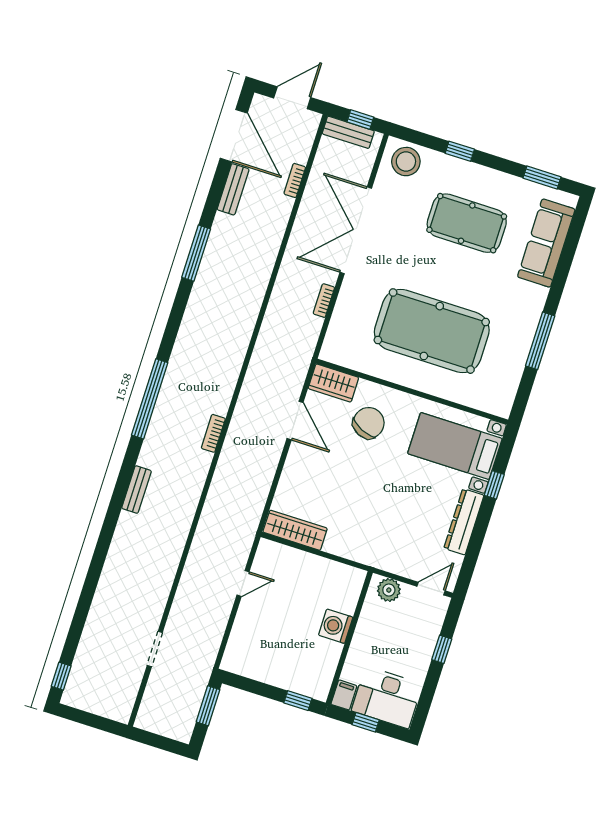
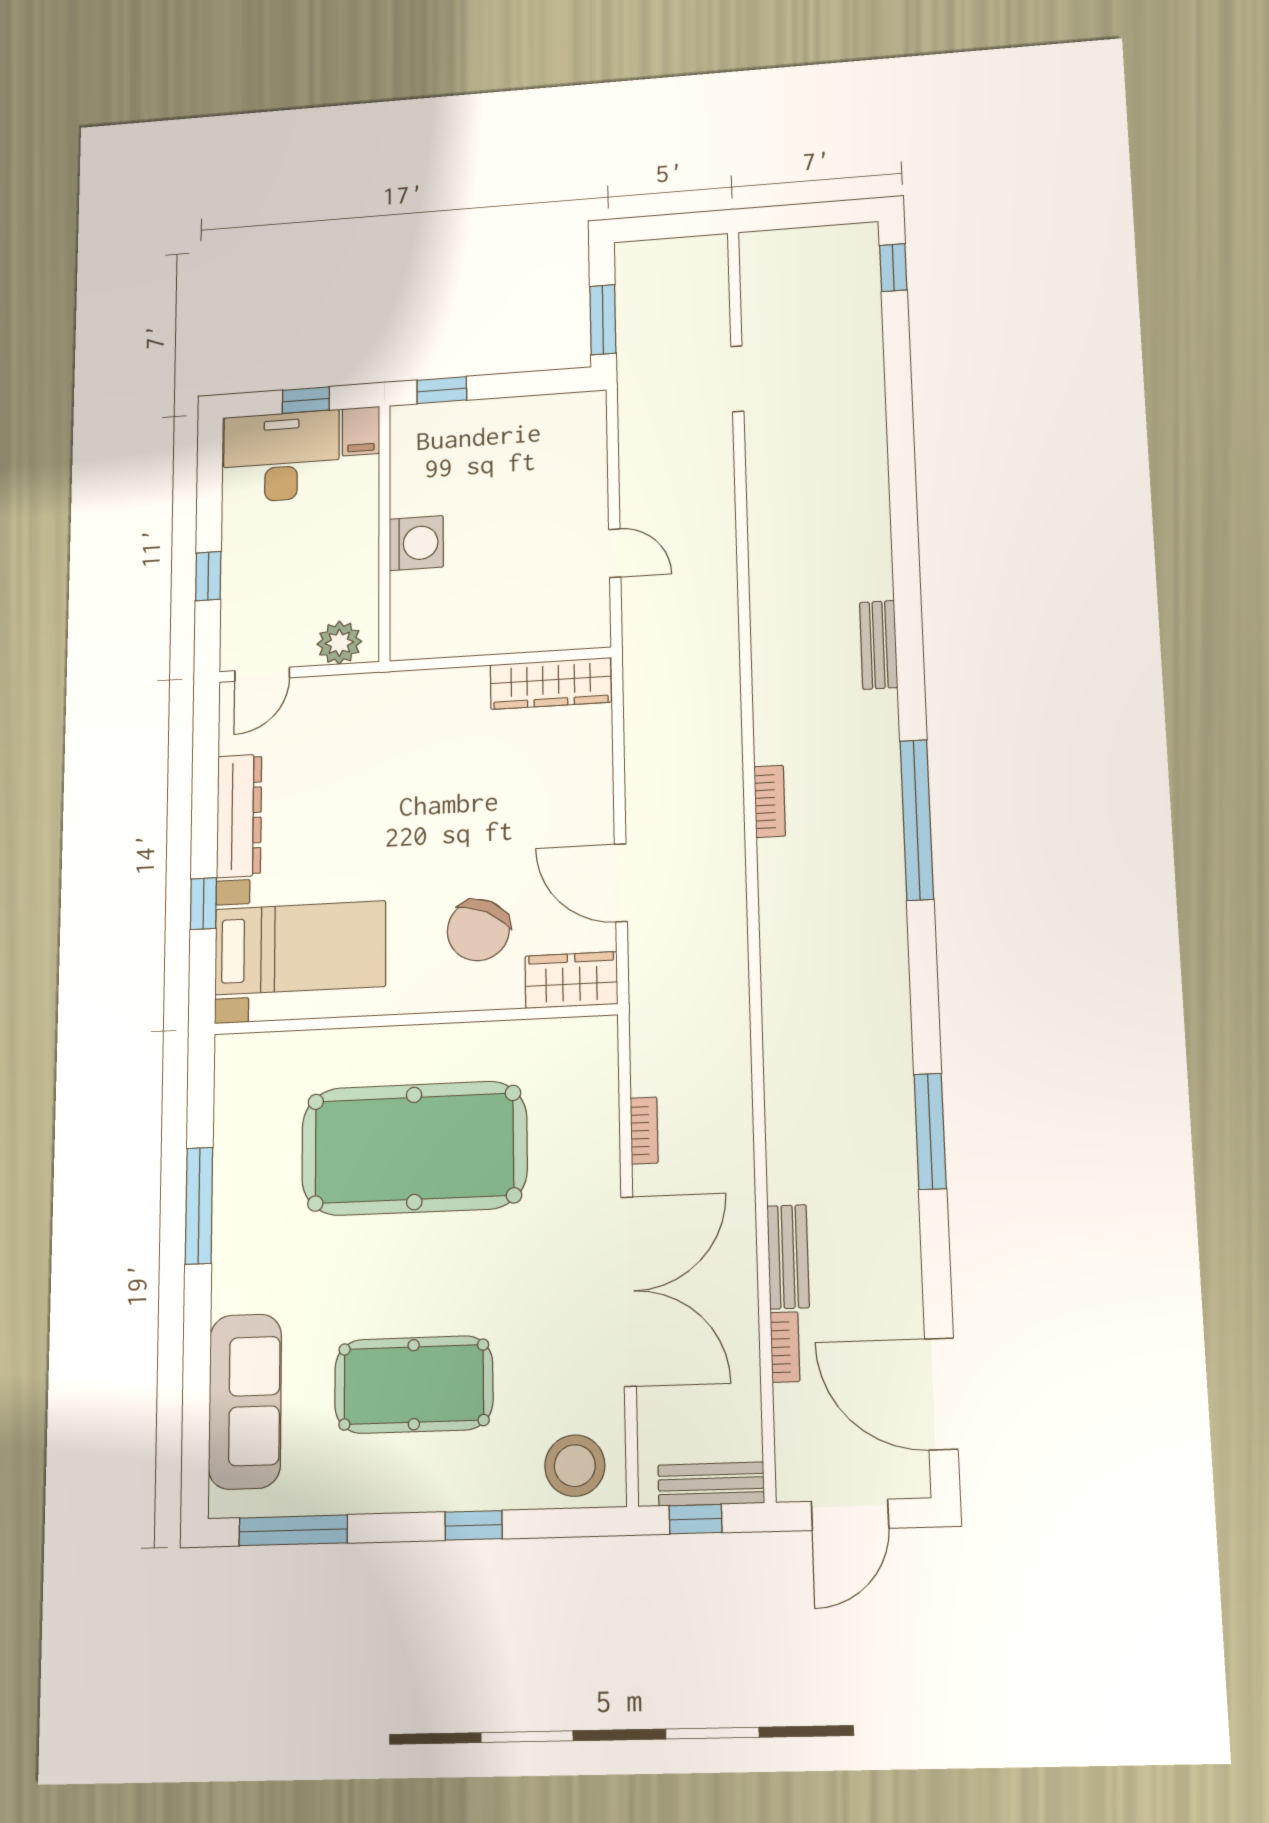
window: (542, 177) -> (293, 1530), width x1.44
bench: (233, 189) -> (788, 1257), moved
door: (243, 583) -> (615, 553), swing flipped

